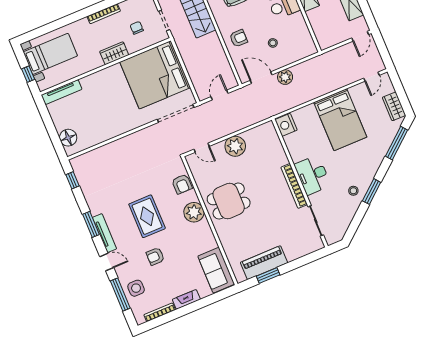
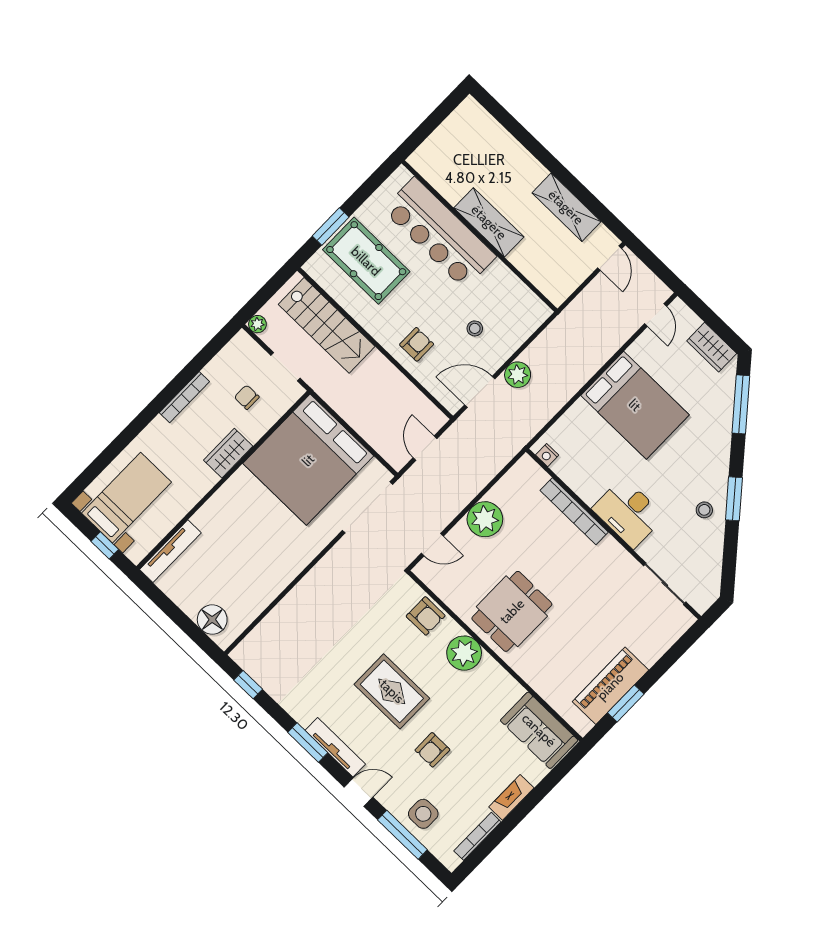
nightstand: (286, 125) -> (547, 455), width x0.53, depth x0.56
bookcase: (294, 186) -> (574, 511), moved

